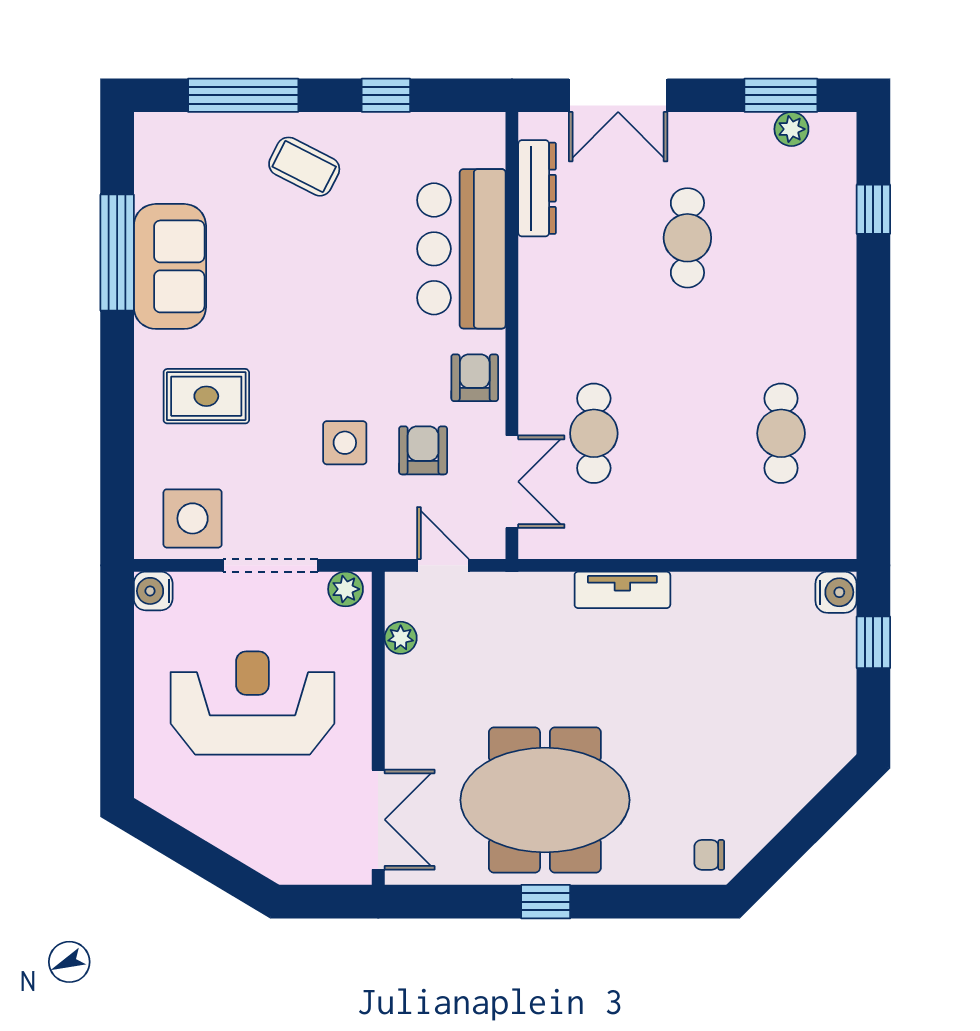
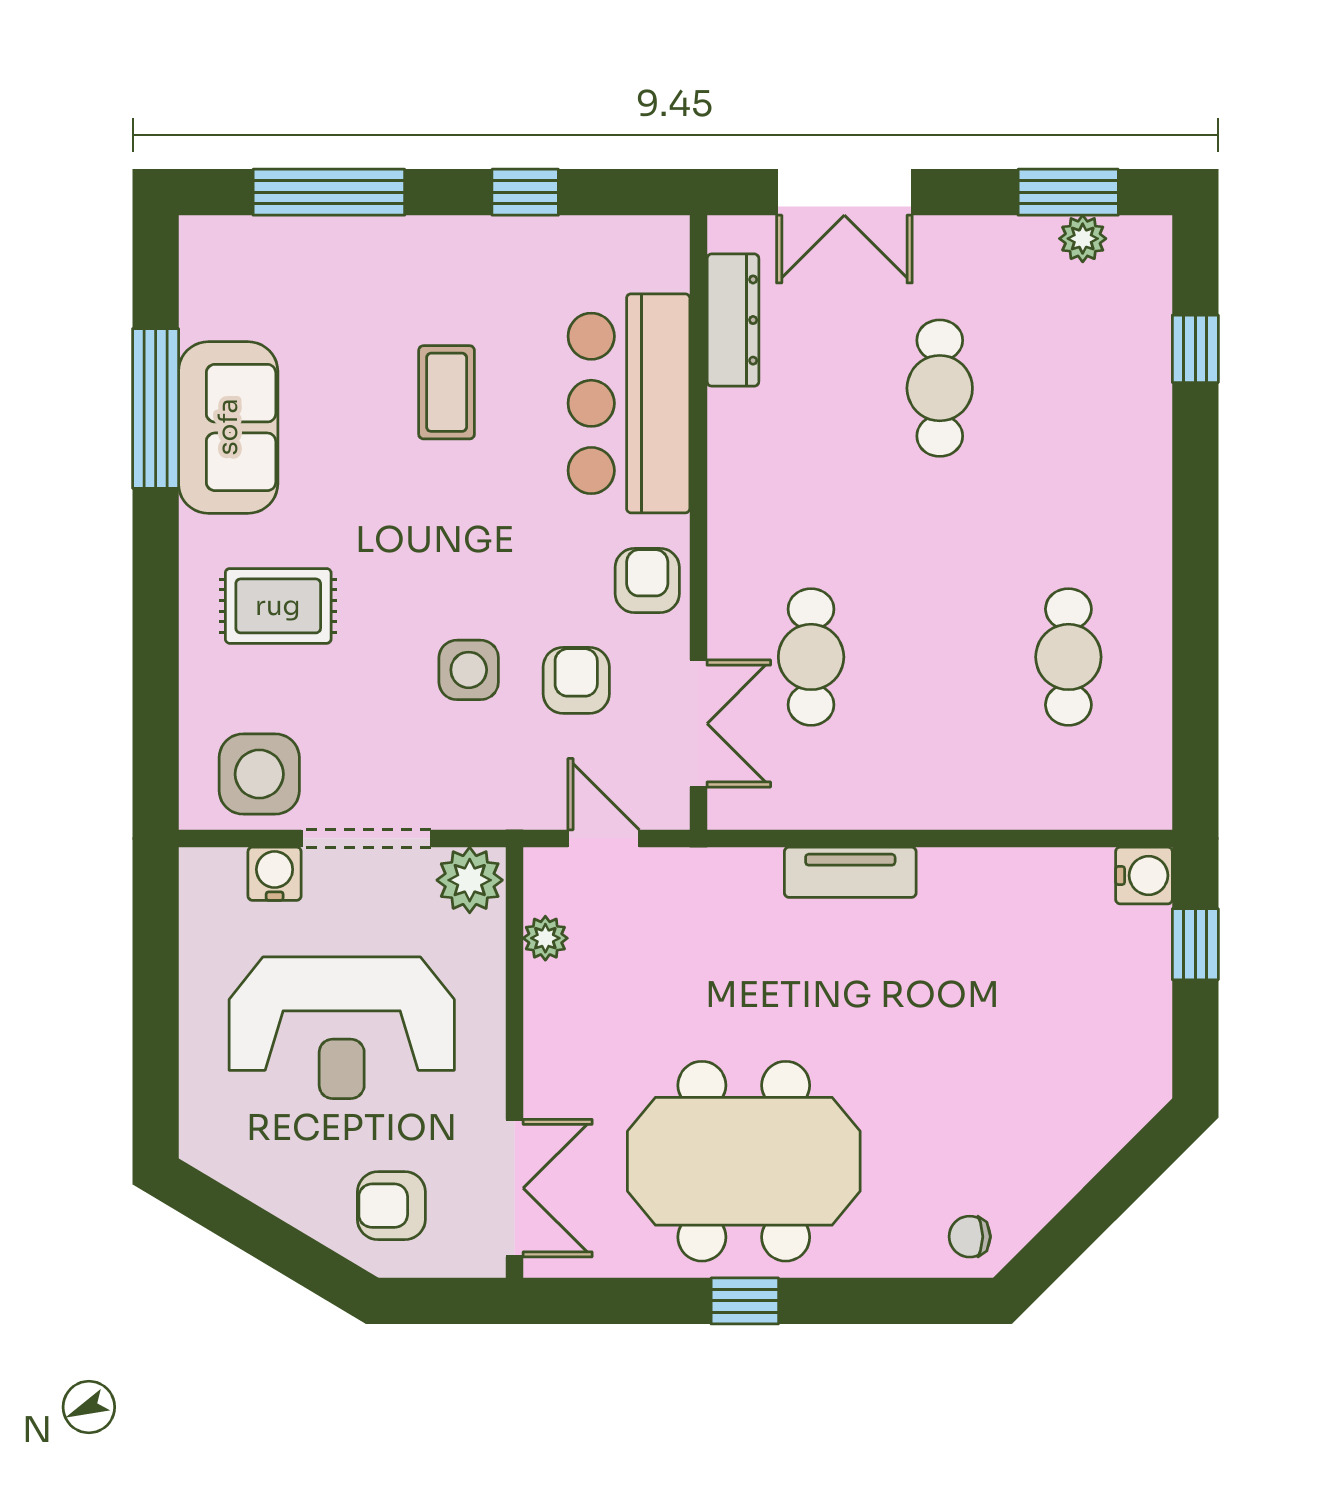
coffee table: (304, 167) -> (447, 392), moved, turned 63
plant: (346, 589) -> (470, 880), width x1.38, depth x1.38
water cooler: (153, 591) -> (275, 874), moved, turned 90
reception desk: (252, 703) -> (342, 1028), turned 180
armchair: (289, 832) -> (391, 1206), added

